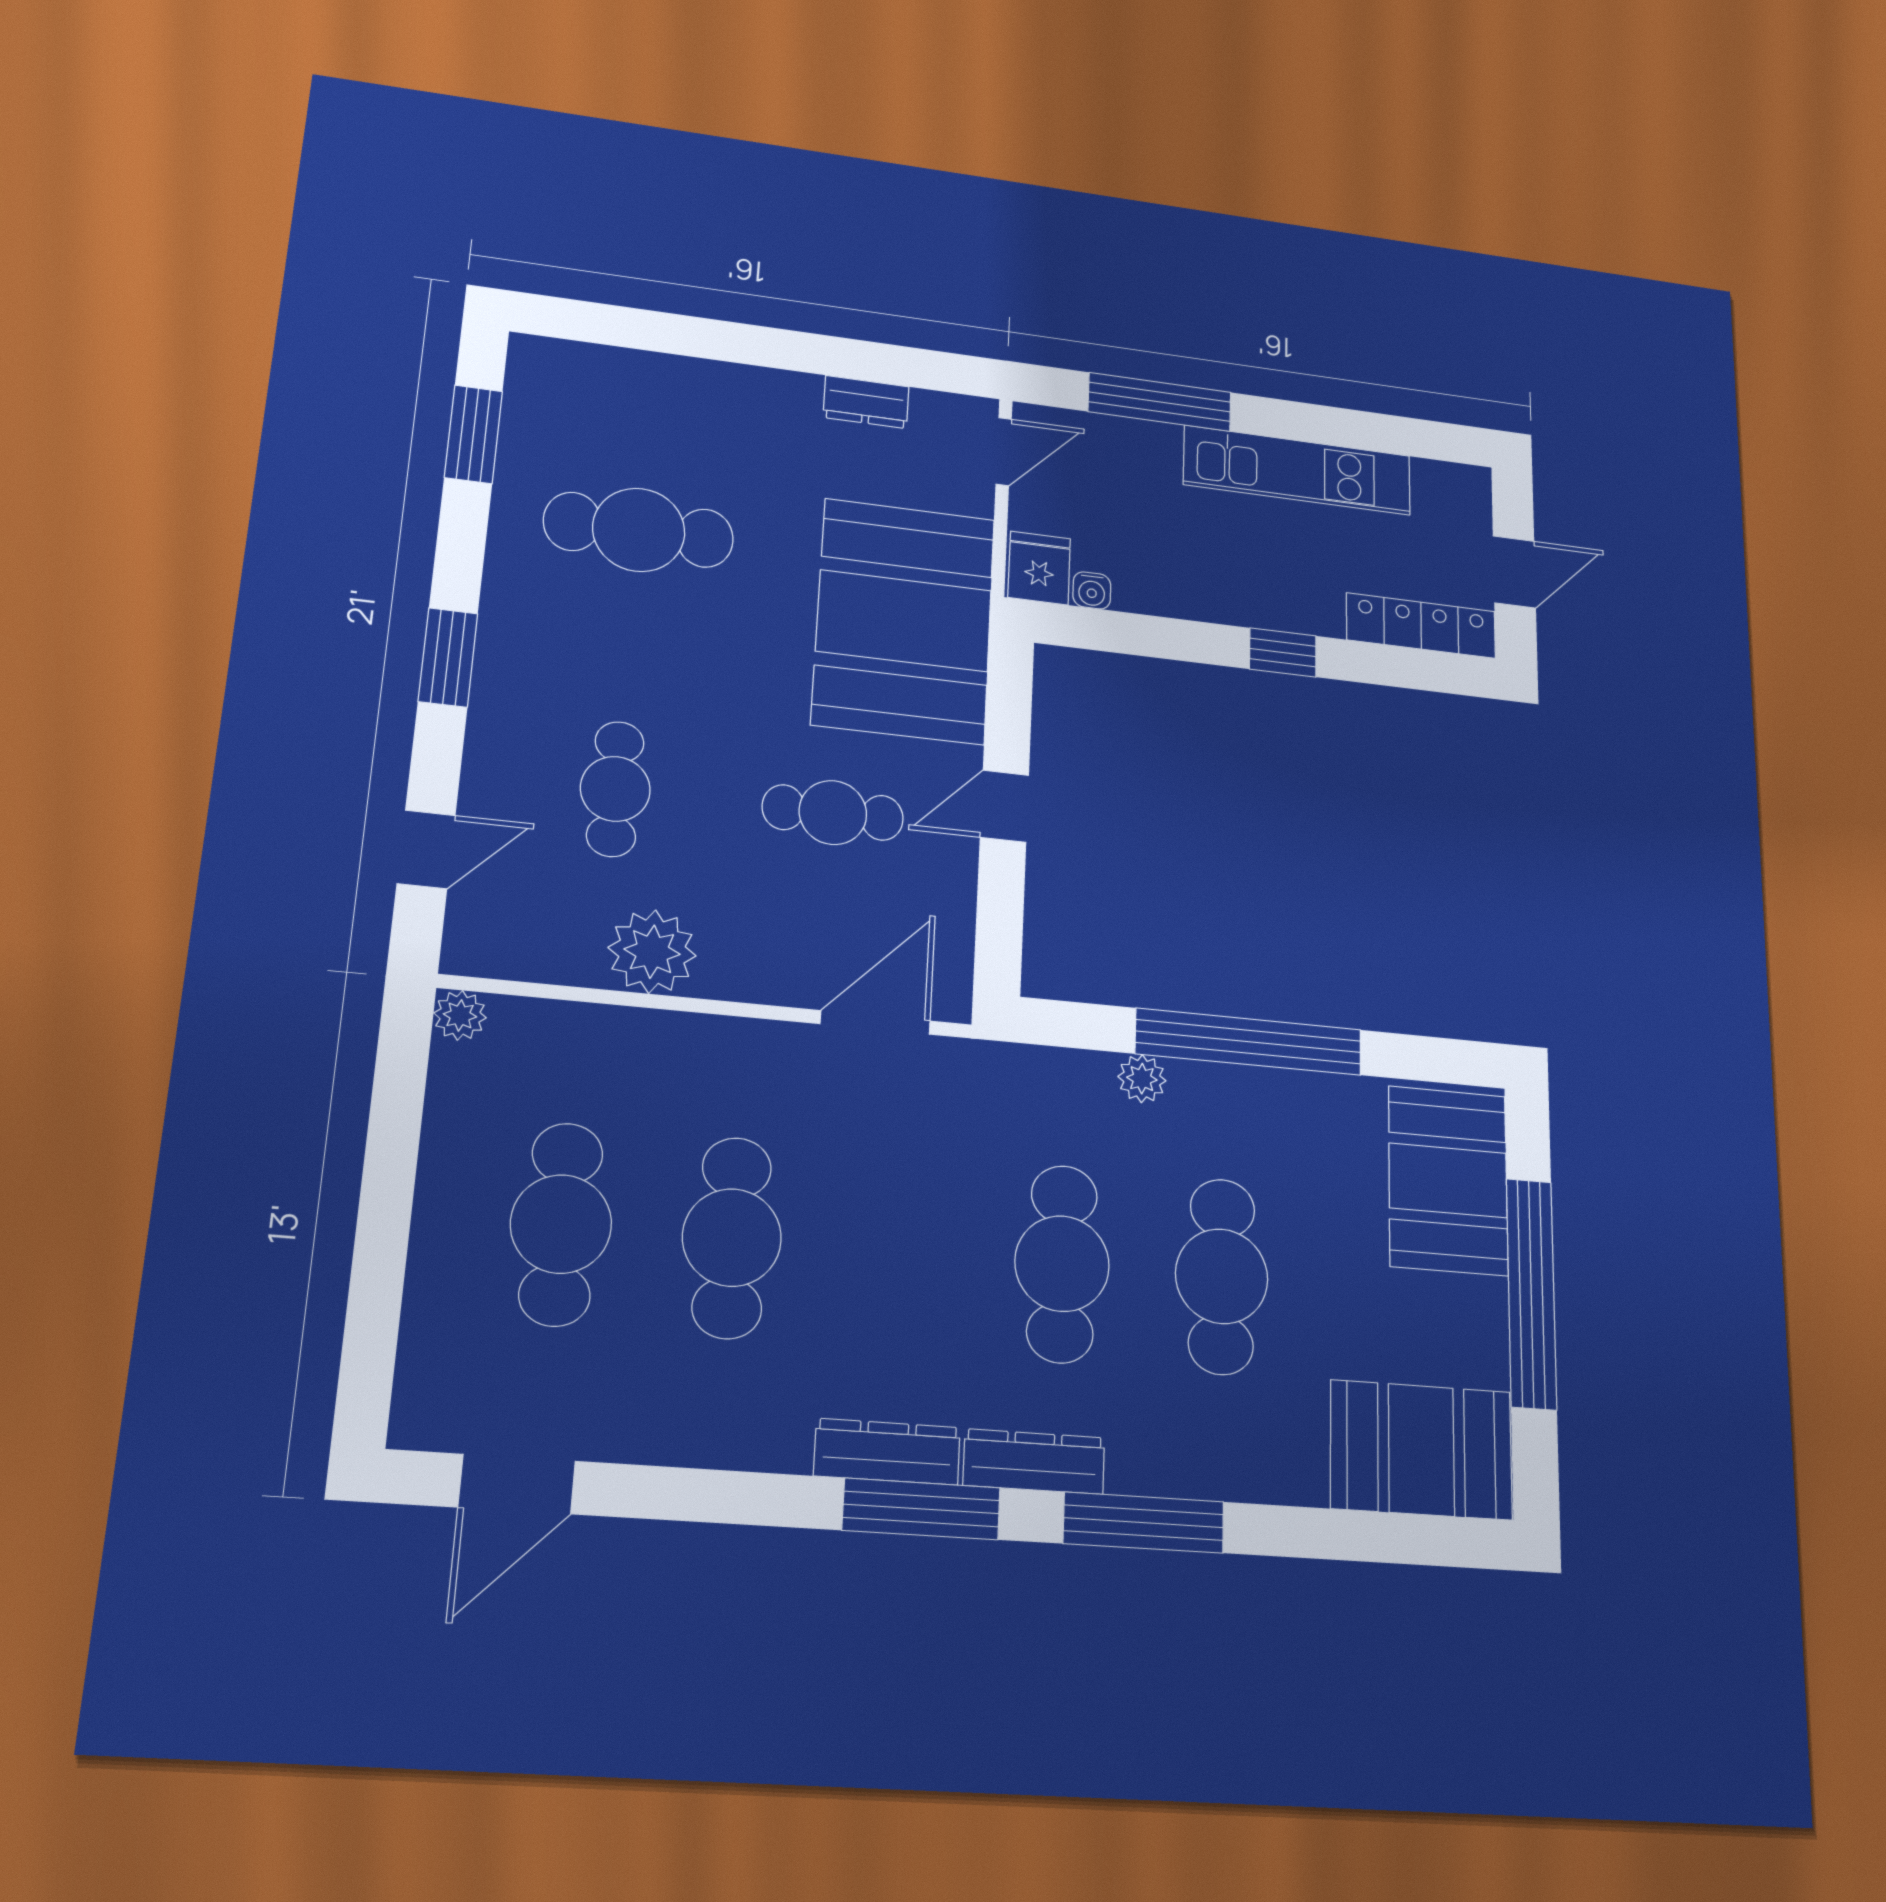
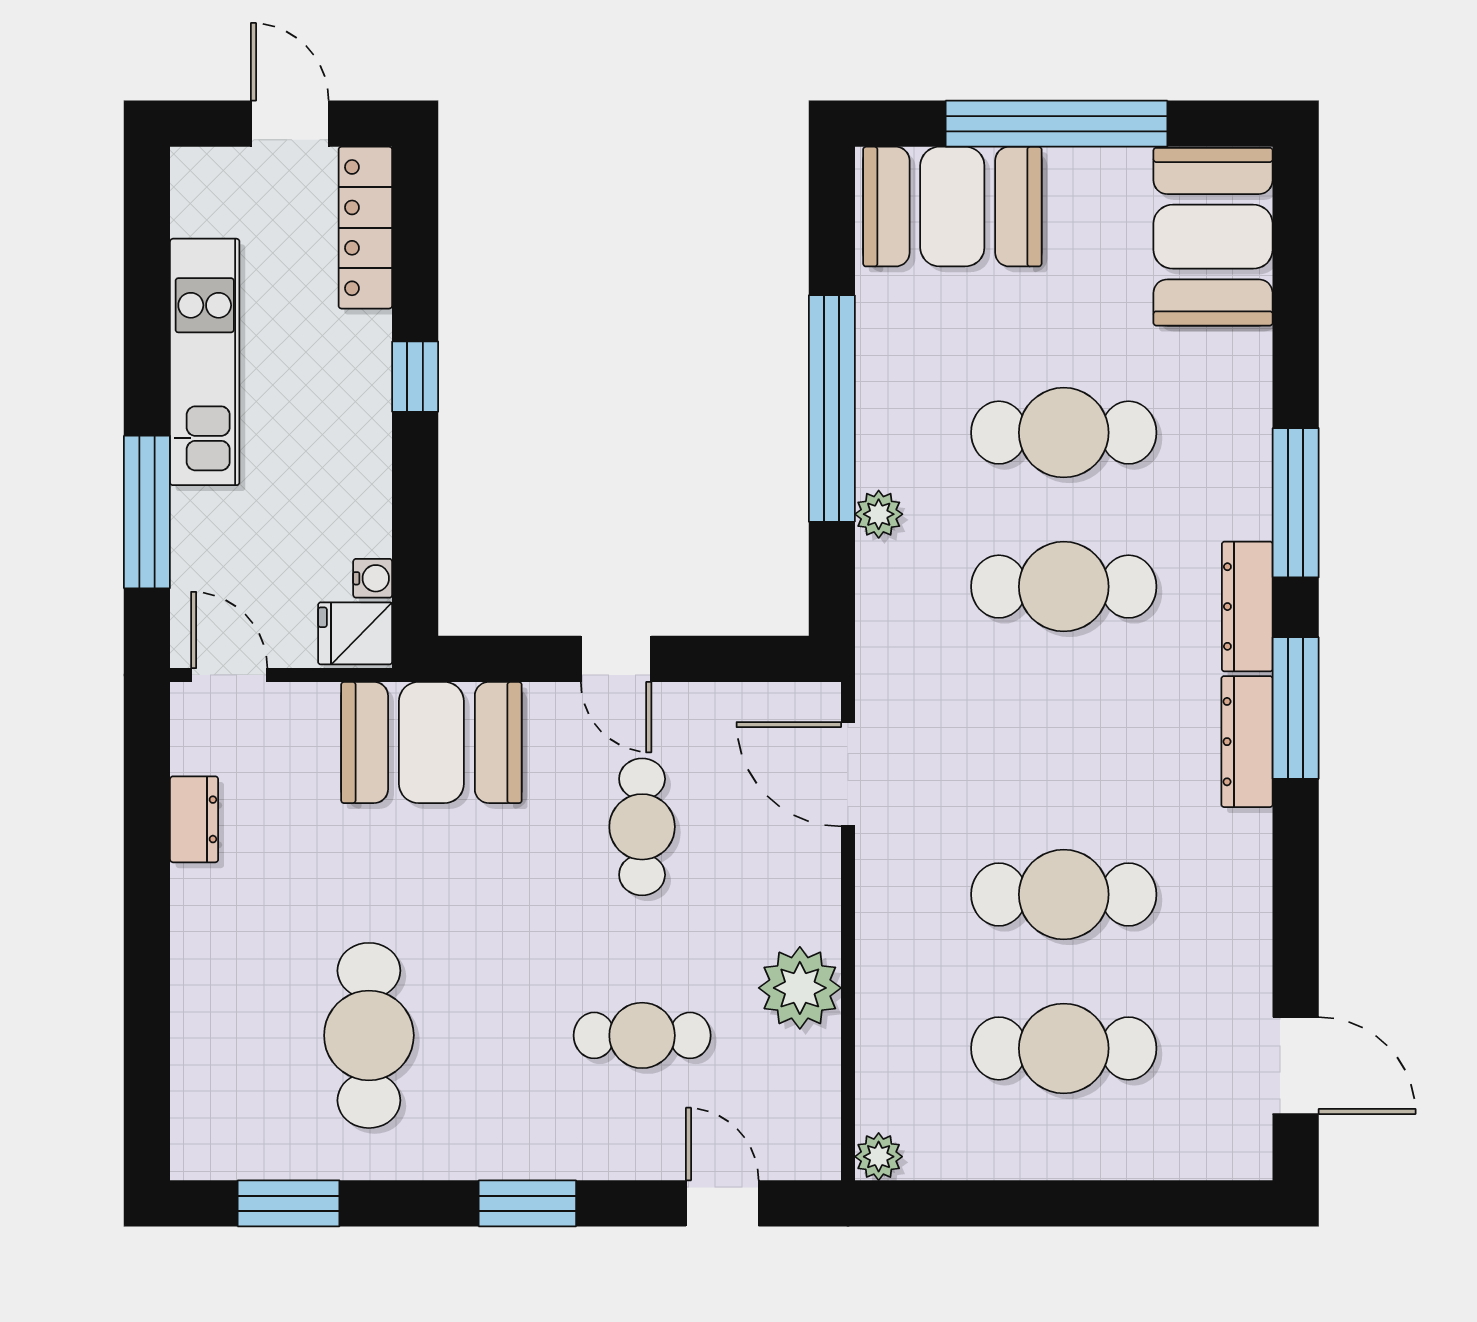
booth: (904, 621) -> (431, 743), width x0.73, depth x0.70

